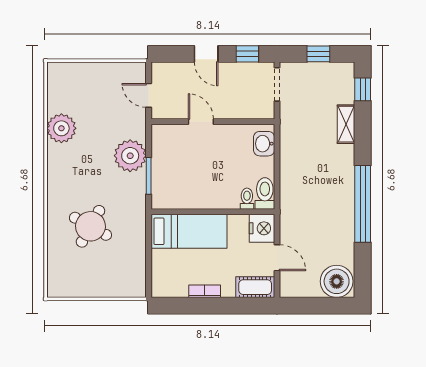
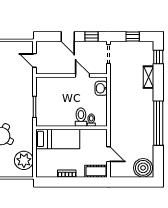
door: (201, 122) -> (82, 76), moved
plant: (130, 156) -> (24, 160), moved
toilet: (265, 193) -> (81, 117), moved
nightstand: (262, 228) -> (100, 137), removed

